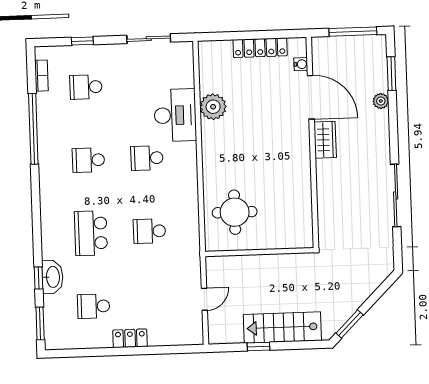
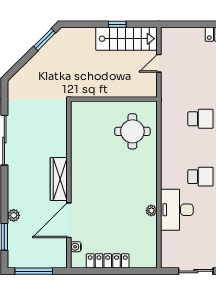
door: (311, 97) -> (69, 220), hinge flipped
plant: (213, 107) -> (151, 211), width x0.53, depth x0.53
wardrobe: (325, 140) -> (59, 179), width x1.50
stairs: (282, 327) -> (126, 39), moved

